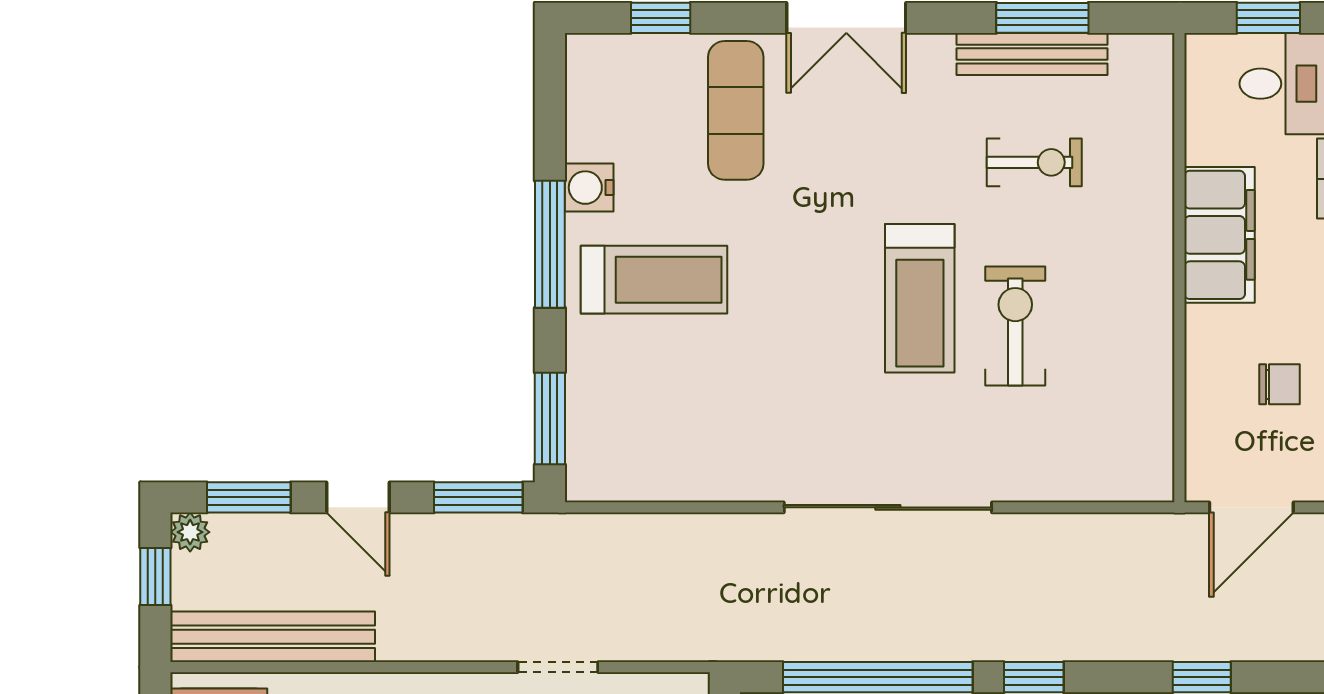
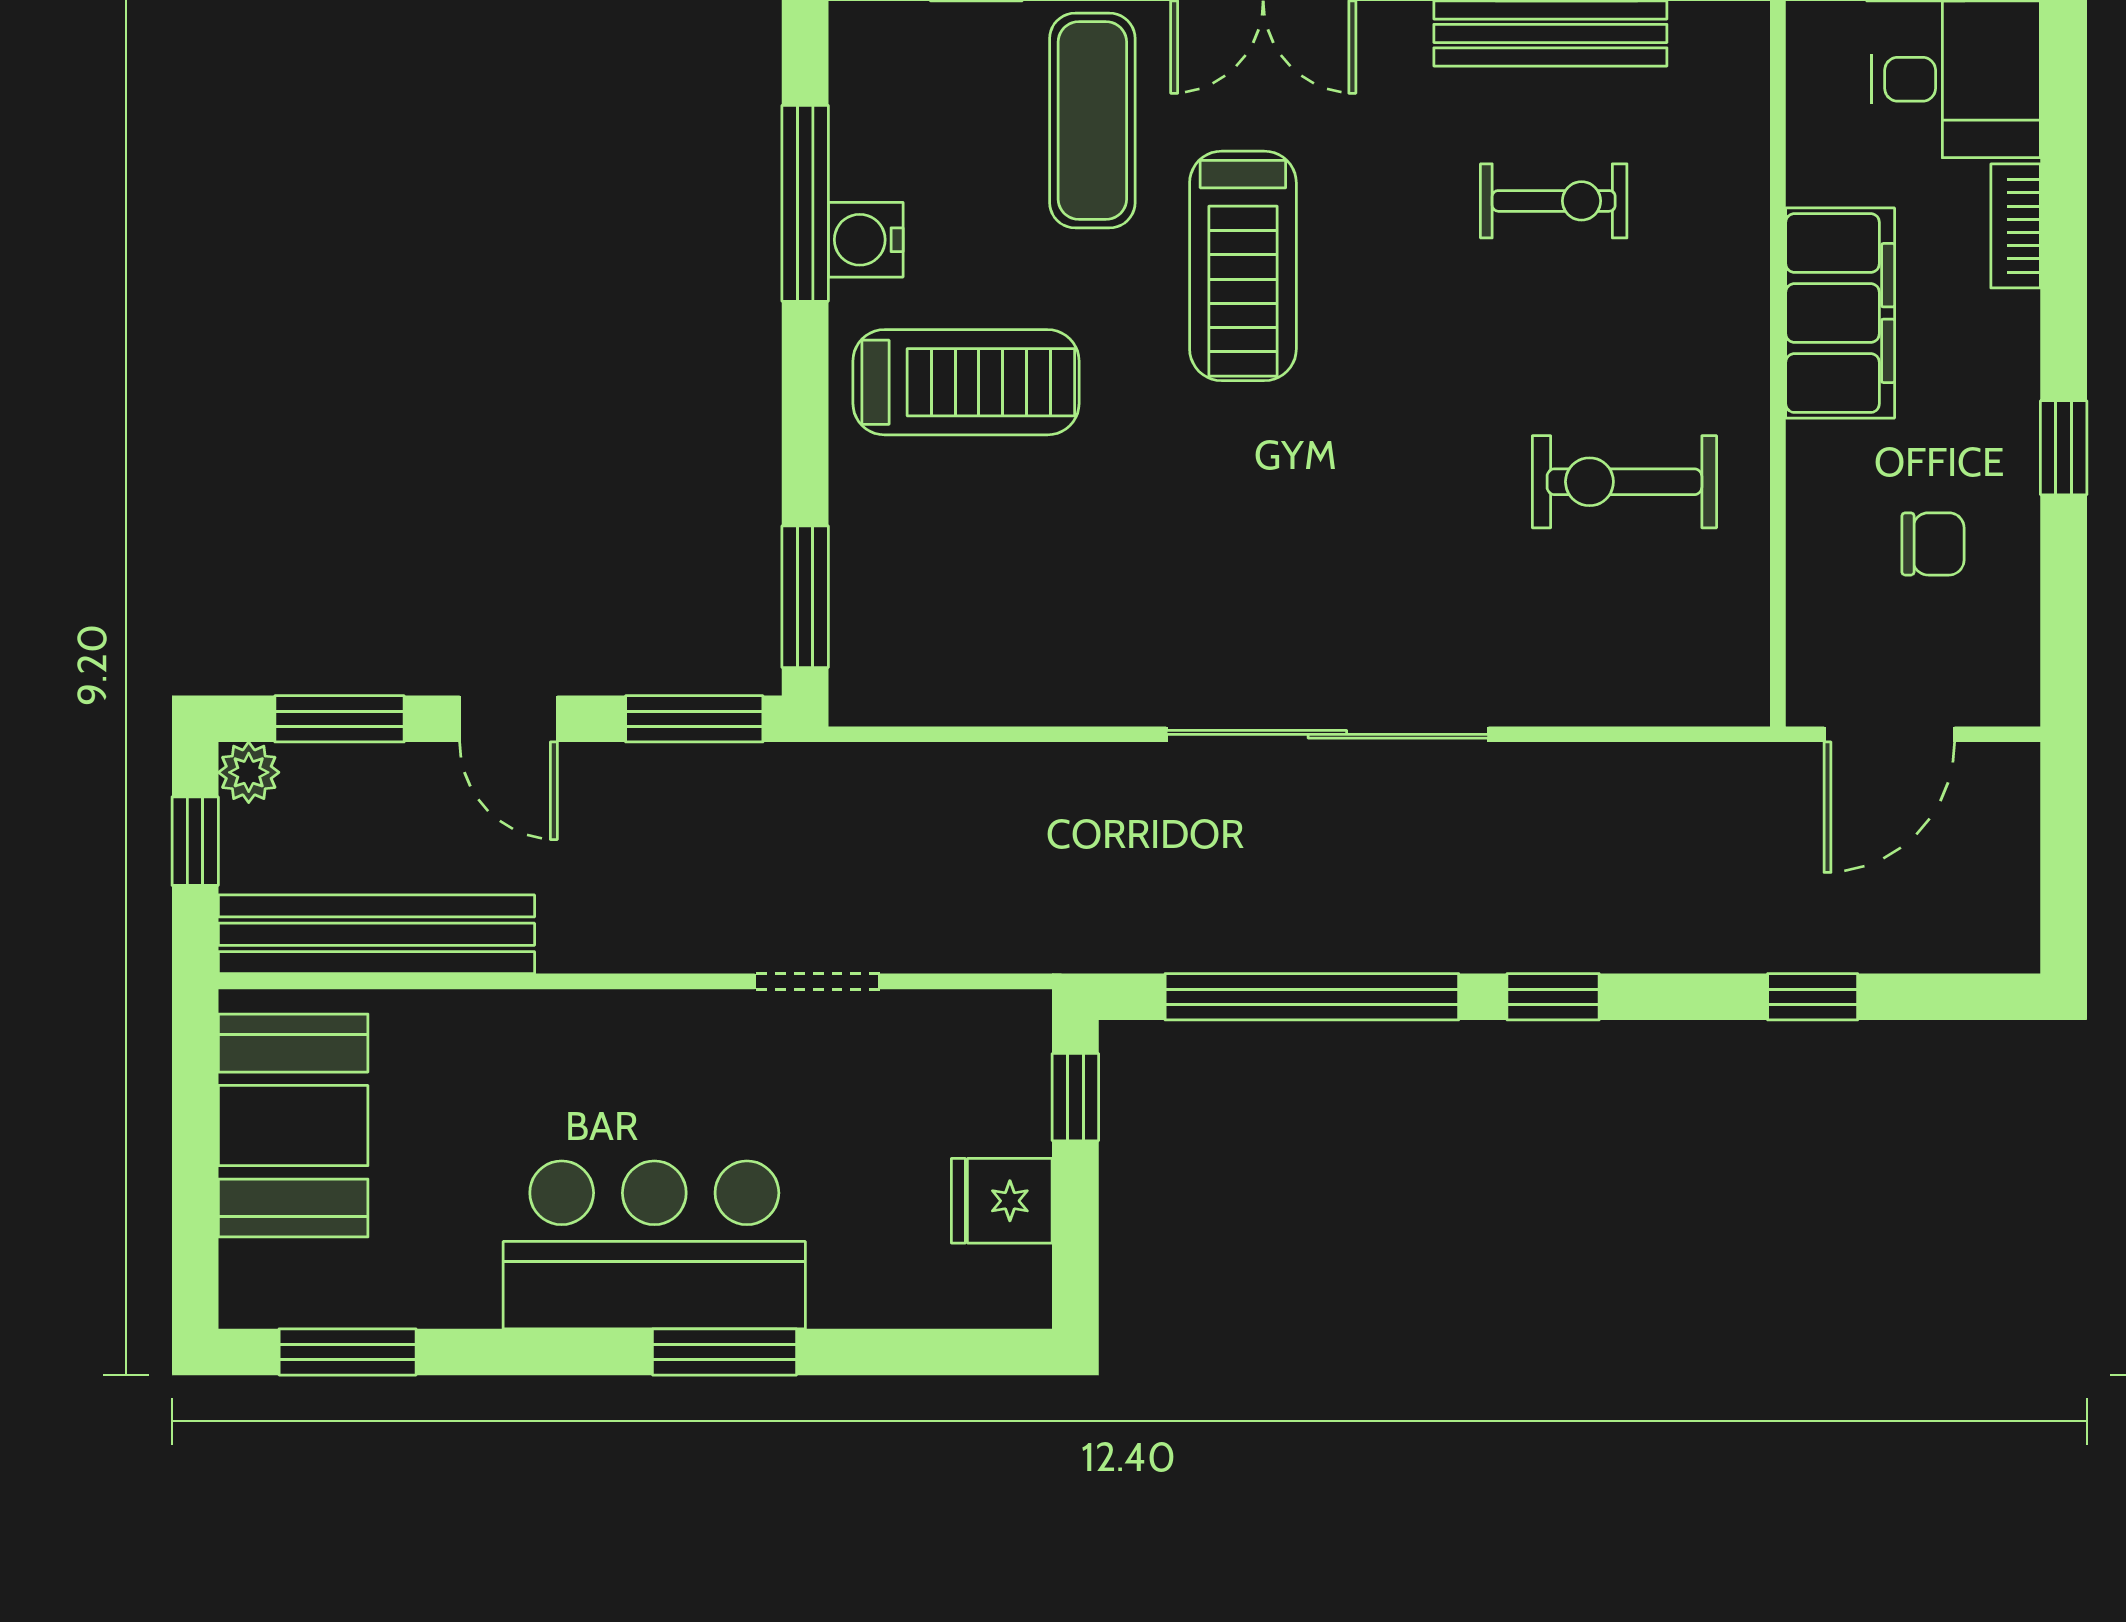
window: (550, 244) -> (805, 203), moved
treadmill: (920, 298) -> (1243, 266), moved
exercise bike: (1015, 326) -> (1624, 482), moved, turned -90

